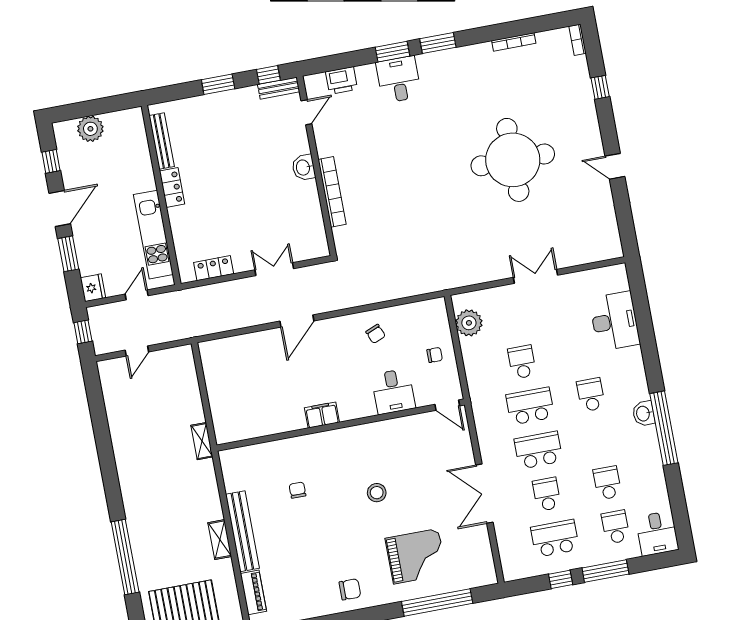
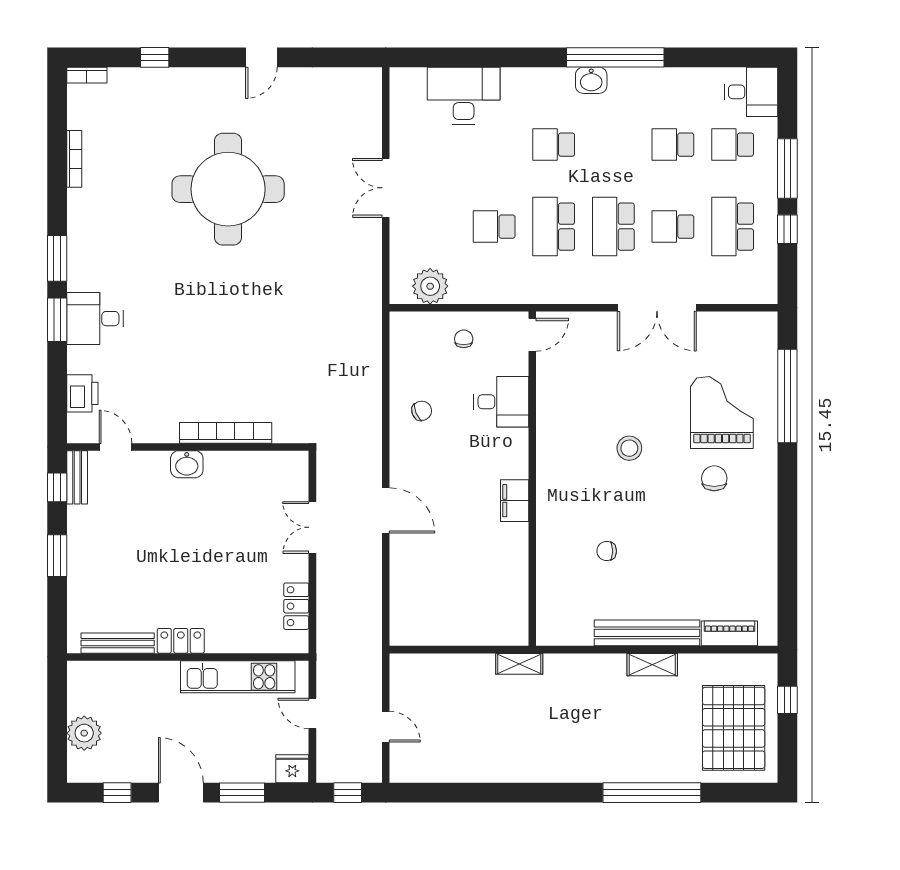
chair: (350, 589) -> (714, 478), moved

